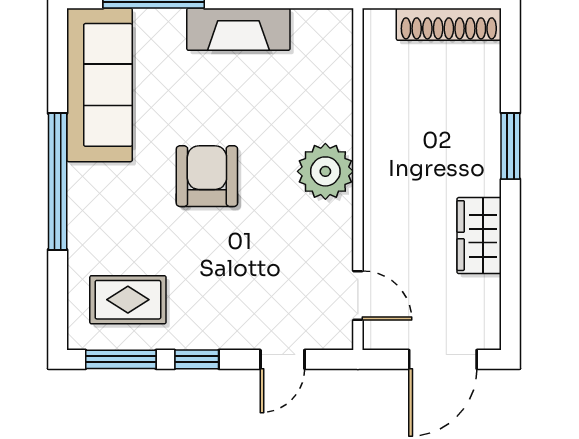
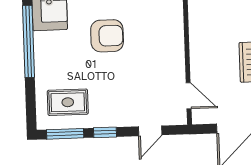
plant: (325, 171) -> (169, 31), removed
armchair: (207, 176) -> (107, 36), turned 90

